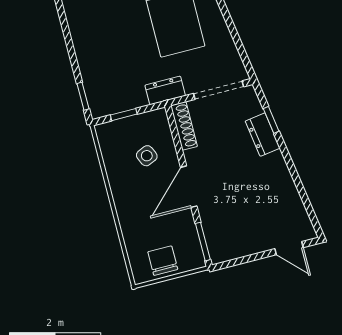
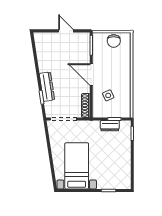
dresser: (165, 90) -> (110, 126), moved
dresser: (263, 135) -> (47, 87), width x1.44
door: (189, 187) -> (91, 75), swing flipped
door: (289, 248) -> (66, 31), moved

